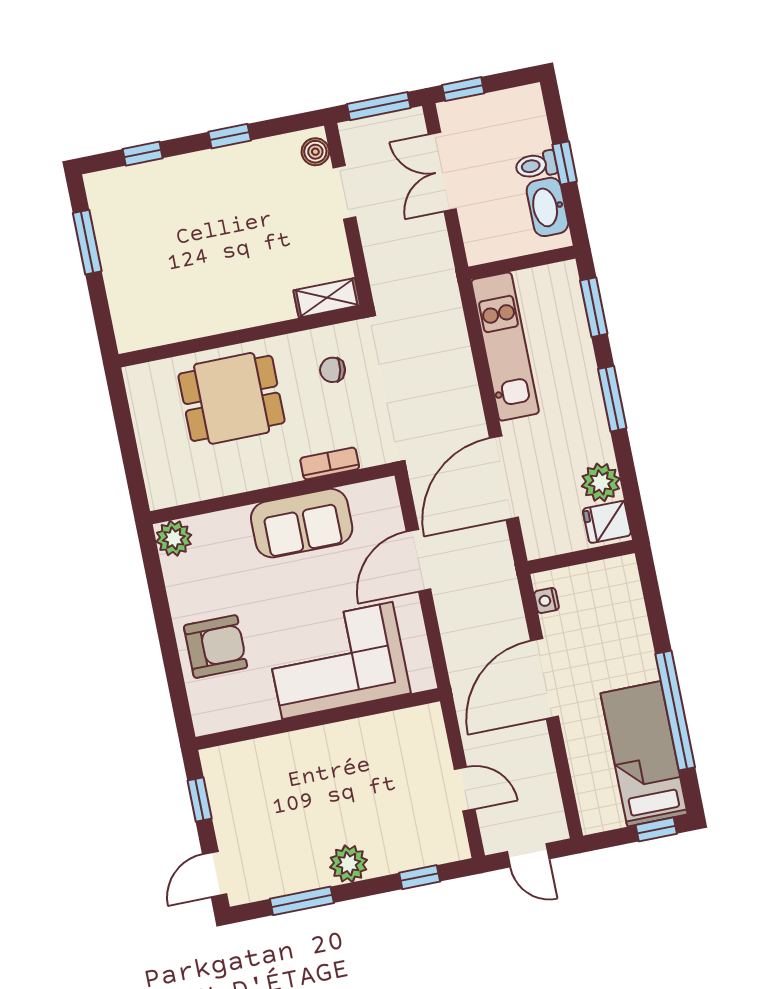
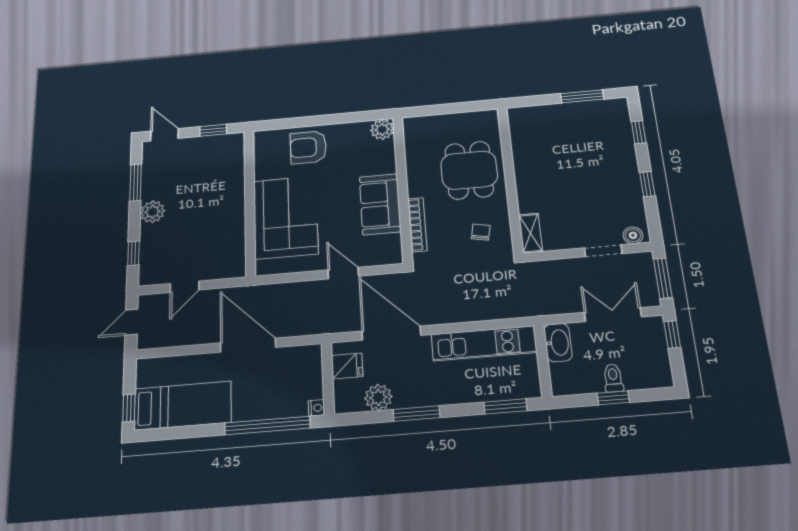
washbasin: (547, 207) -> (558, 343), moved, turned 90
window: (612, 399) -> (417, 414), moved
bookcase: (330, 463) -> (417, 225), width x1.56
fridge: (607, 522) -> (347, 366), moved, turned 90
door: (419, 560) -> (343, 273), width x0.73
nightstand: (547, 600) -> (316, 408), moved, turned 90
armchair: (216, 647) -> (308, 147), turned 90
window: (675, 710) -> (267, 426), moved

